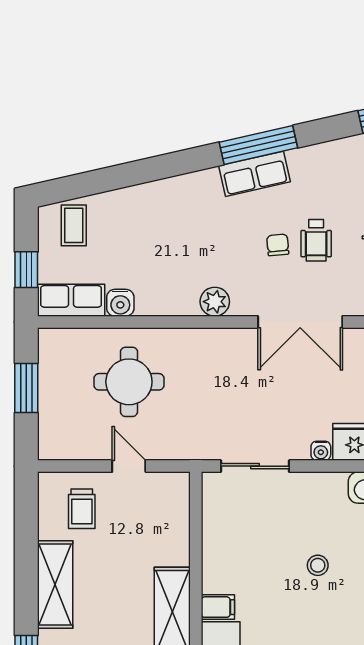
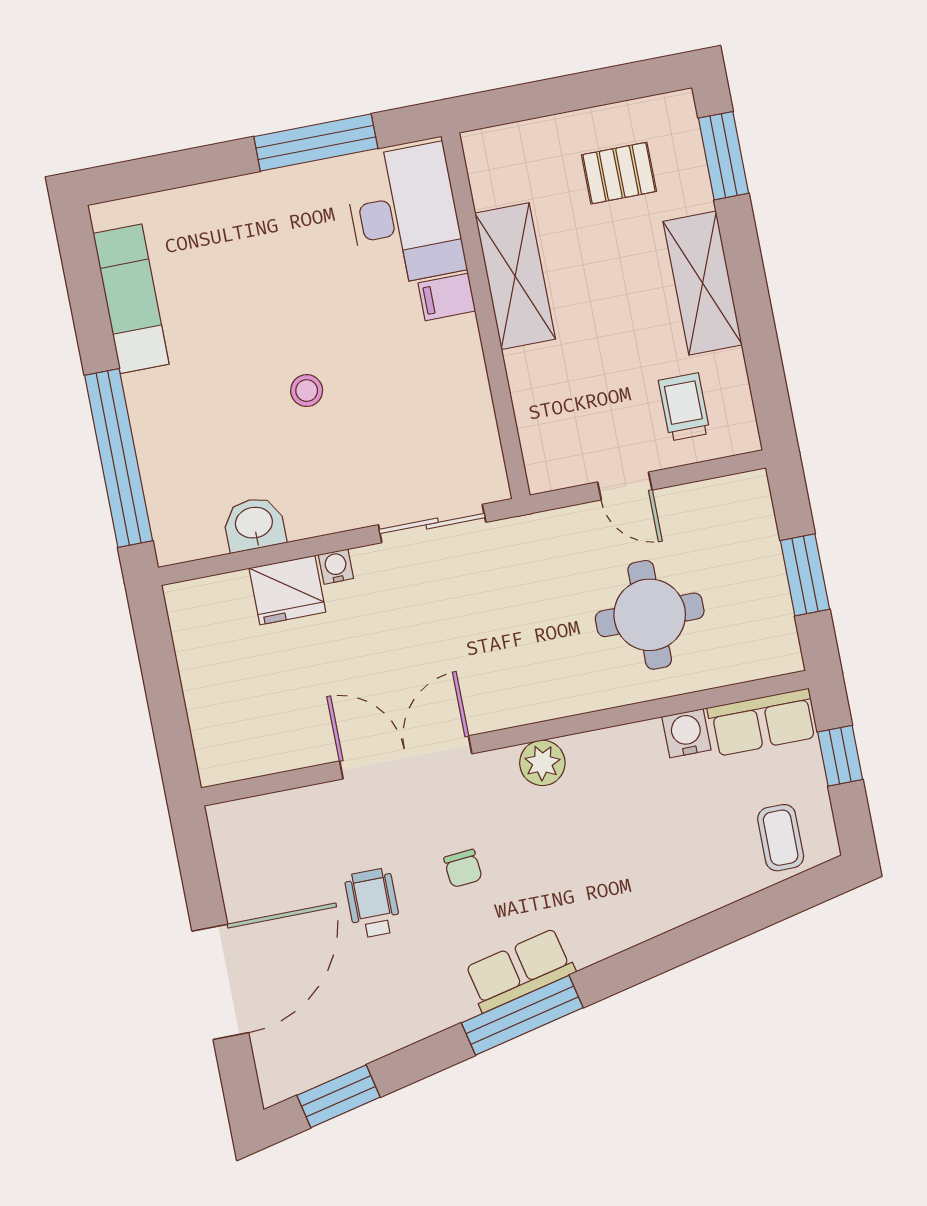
wheelchair: (316, 240) -> (373, 903), moved

